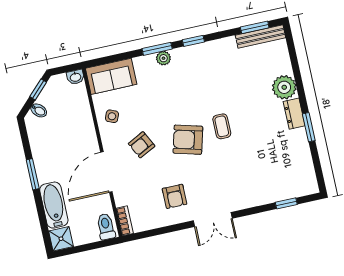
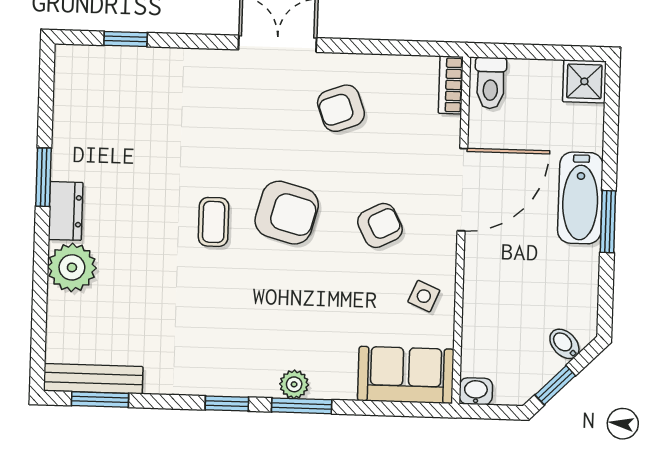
armchair: (175, 196) -> (341, 108), turned -110
bathtub: (54, 205) -> (580, 198), moved

